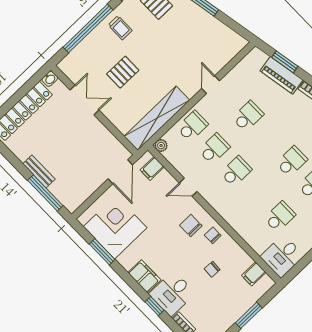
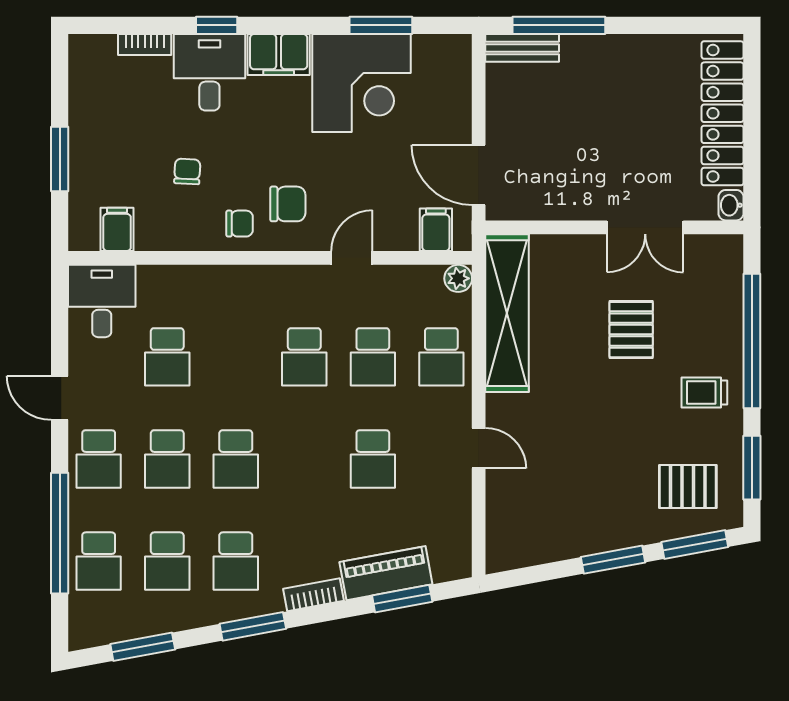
bench: (39, 171) -> (522, 48), moved
corner desk: (115, 227) -> (361, 83), moved

